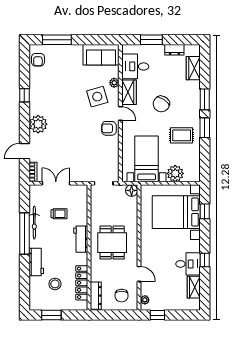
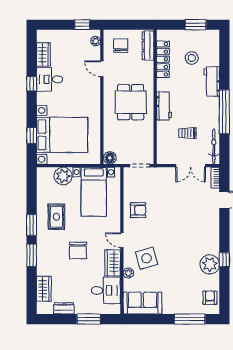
chair: (161, 104) -> (78, 250), turned 146
plant: (38, 124) -> (210, 264), moved
armchair: (109, 128) -> (138, 210), moved
rug: (182, 135) -> (56, 217), turned 90
bicycle: (34, 223) -> (214, 146), moved

